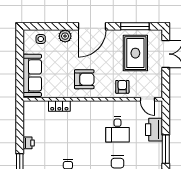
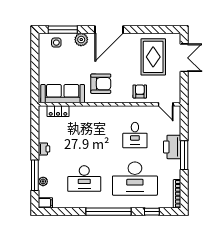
window: (135, 26) -> (63, 30), moved
sofa: (32, 75) -> (63, 94), moved, turned -90
locker: (59, 106) -> (58, 111), moved
printer: (154, 130) -> (172, 147), moved

